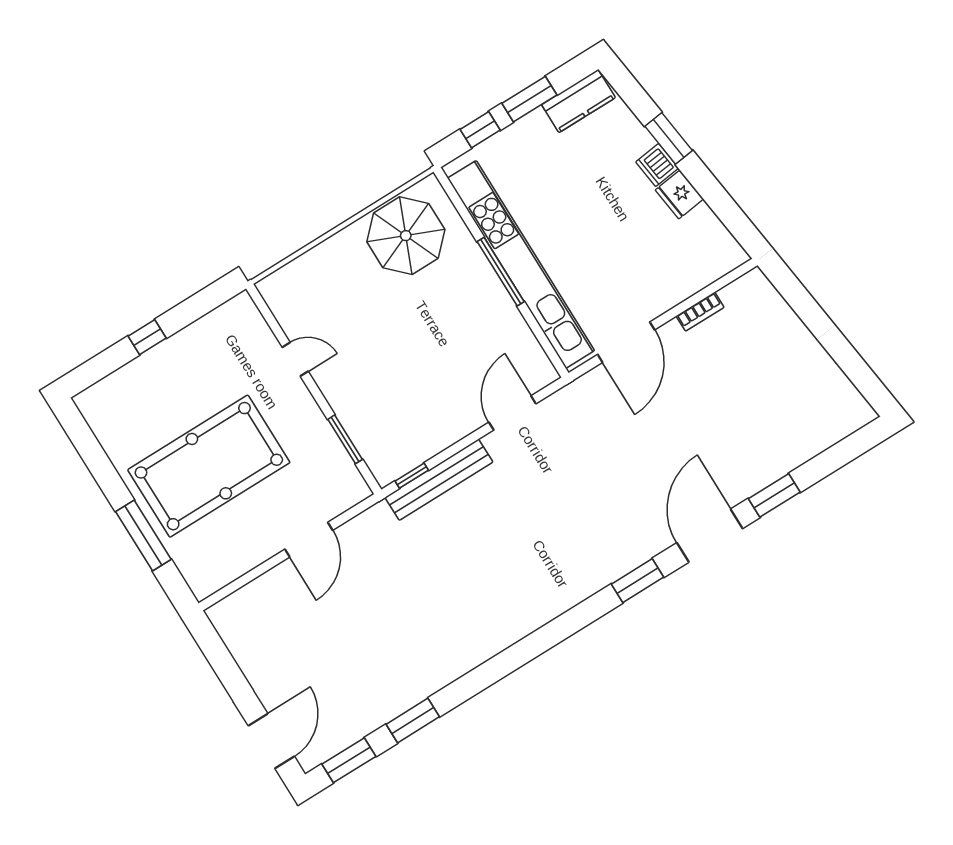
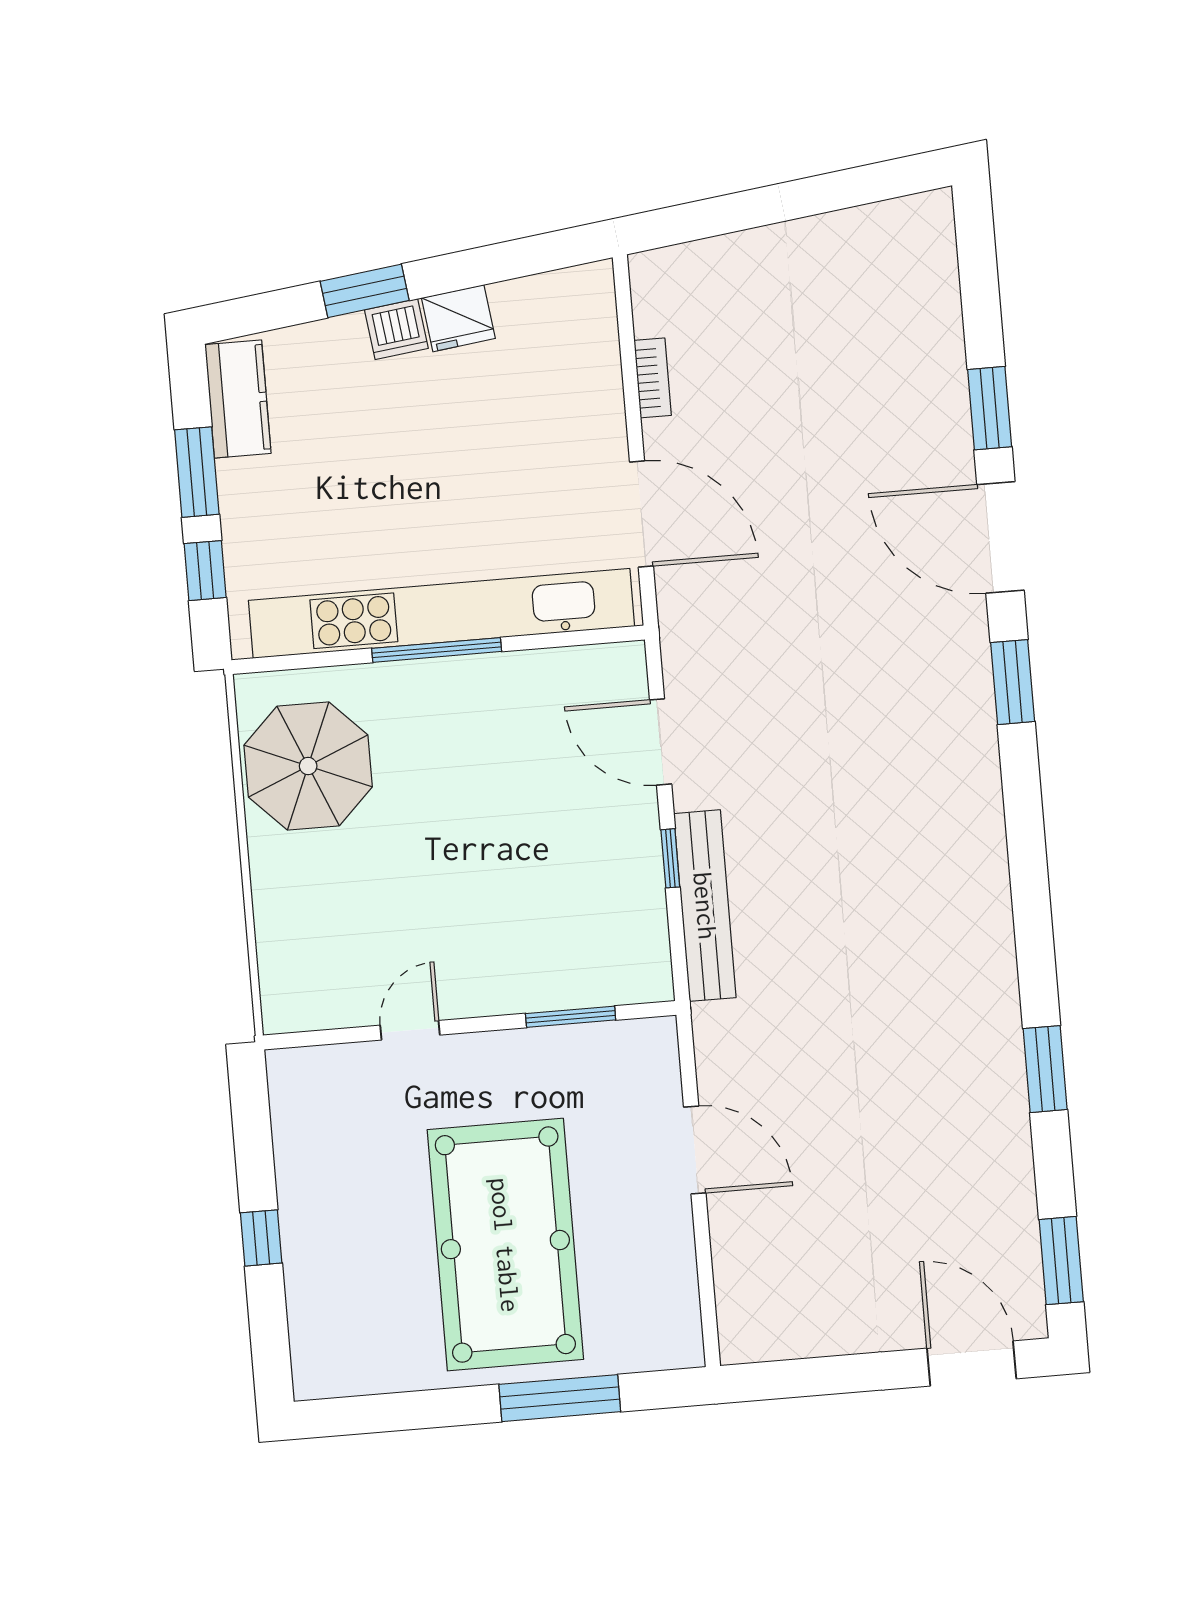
window: (412, 476) -> (670, 858), moved
window: (413, 720) -> (1045, 1069), moved

